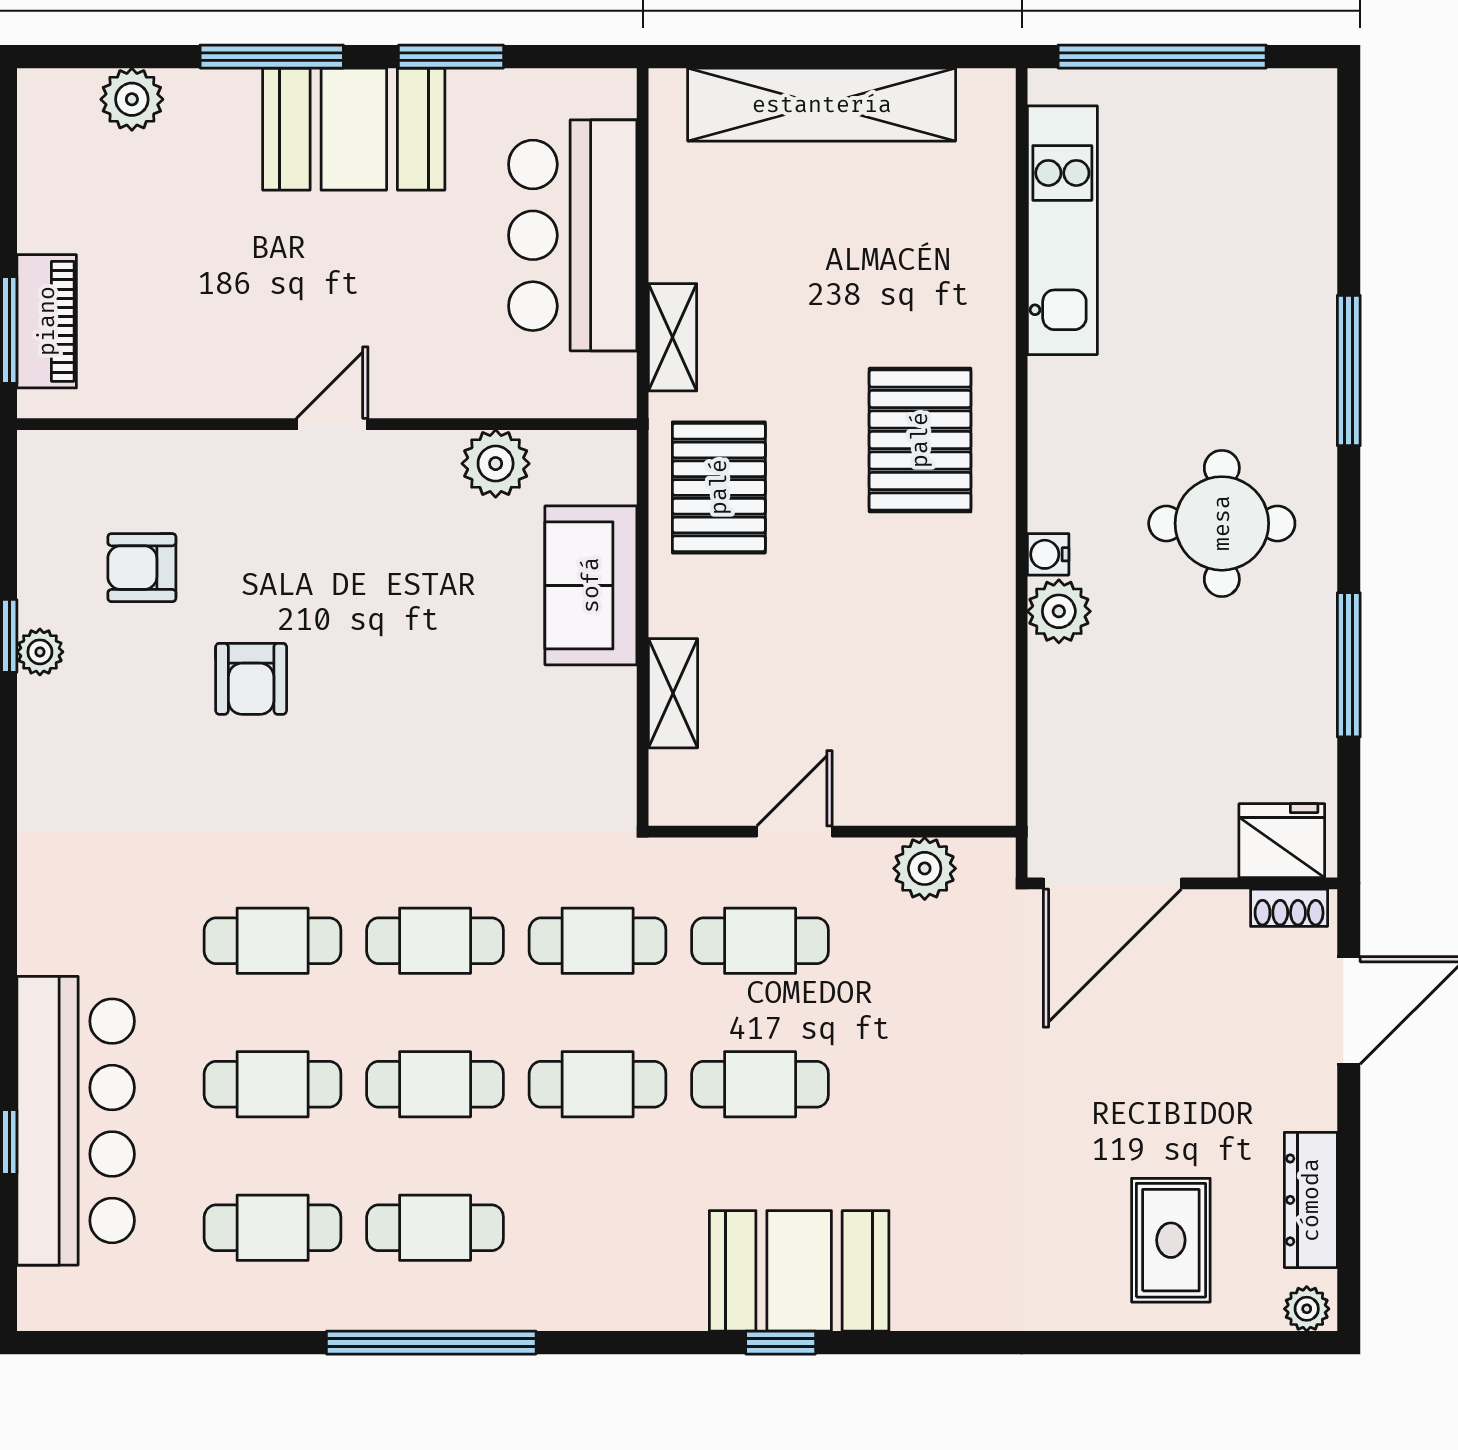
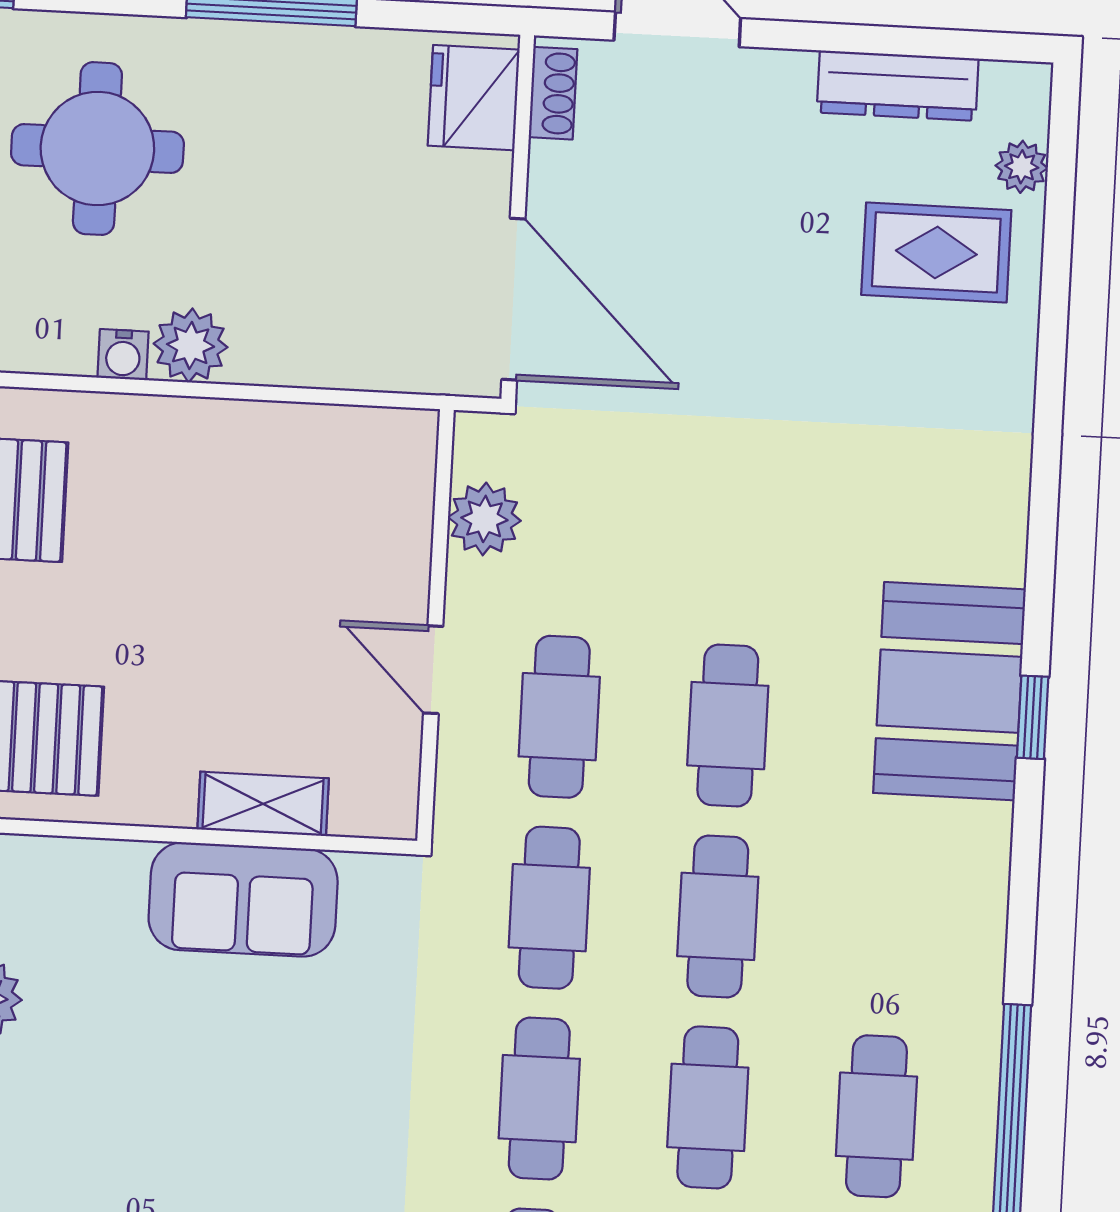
sofa: (591, 585) -> (243, 899), moved
plant: (1307, 1309) -> (1022, 167), moved

